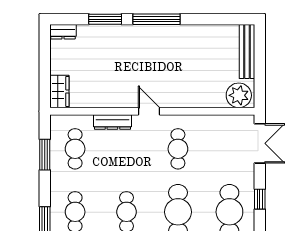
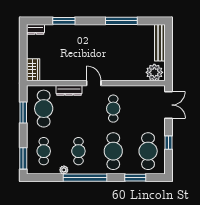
window: (157, 19) -> (121, 21), moved
cafe table: (75, 149) -> (44, 109), width x1.37, depth x1.35

